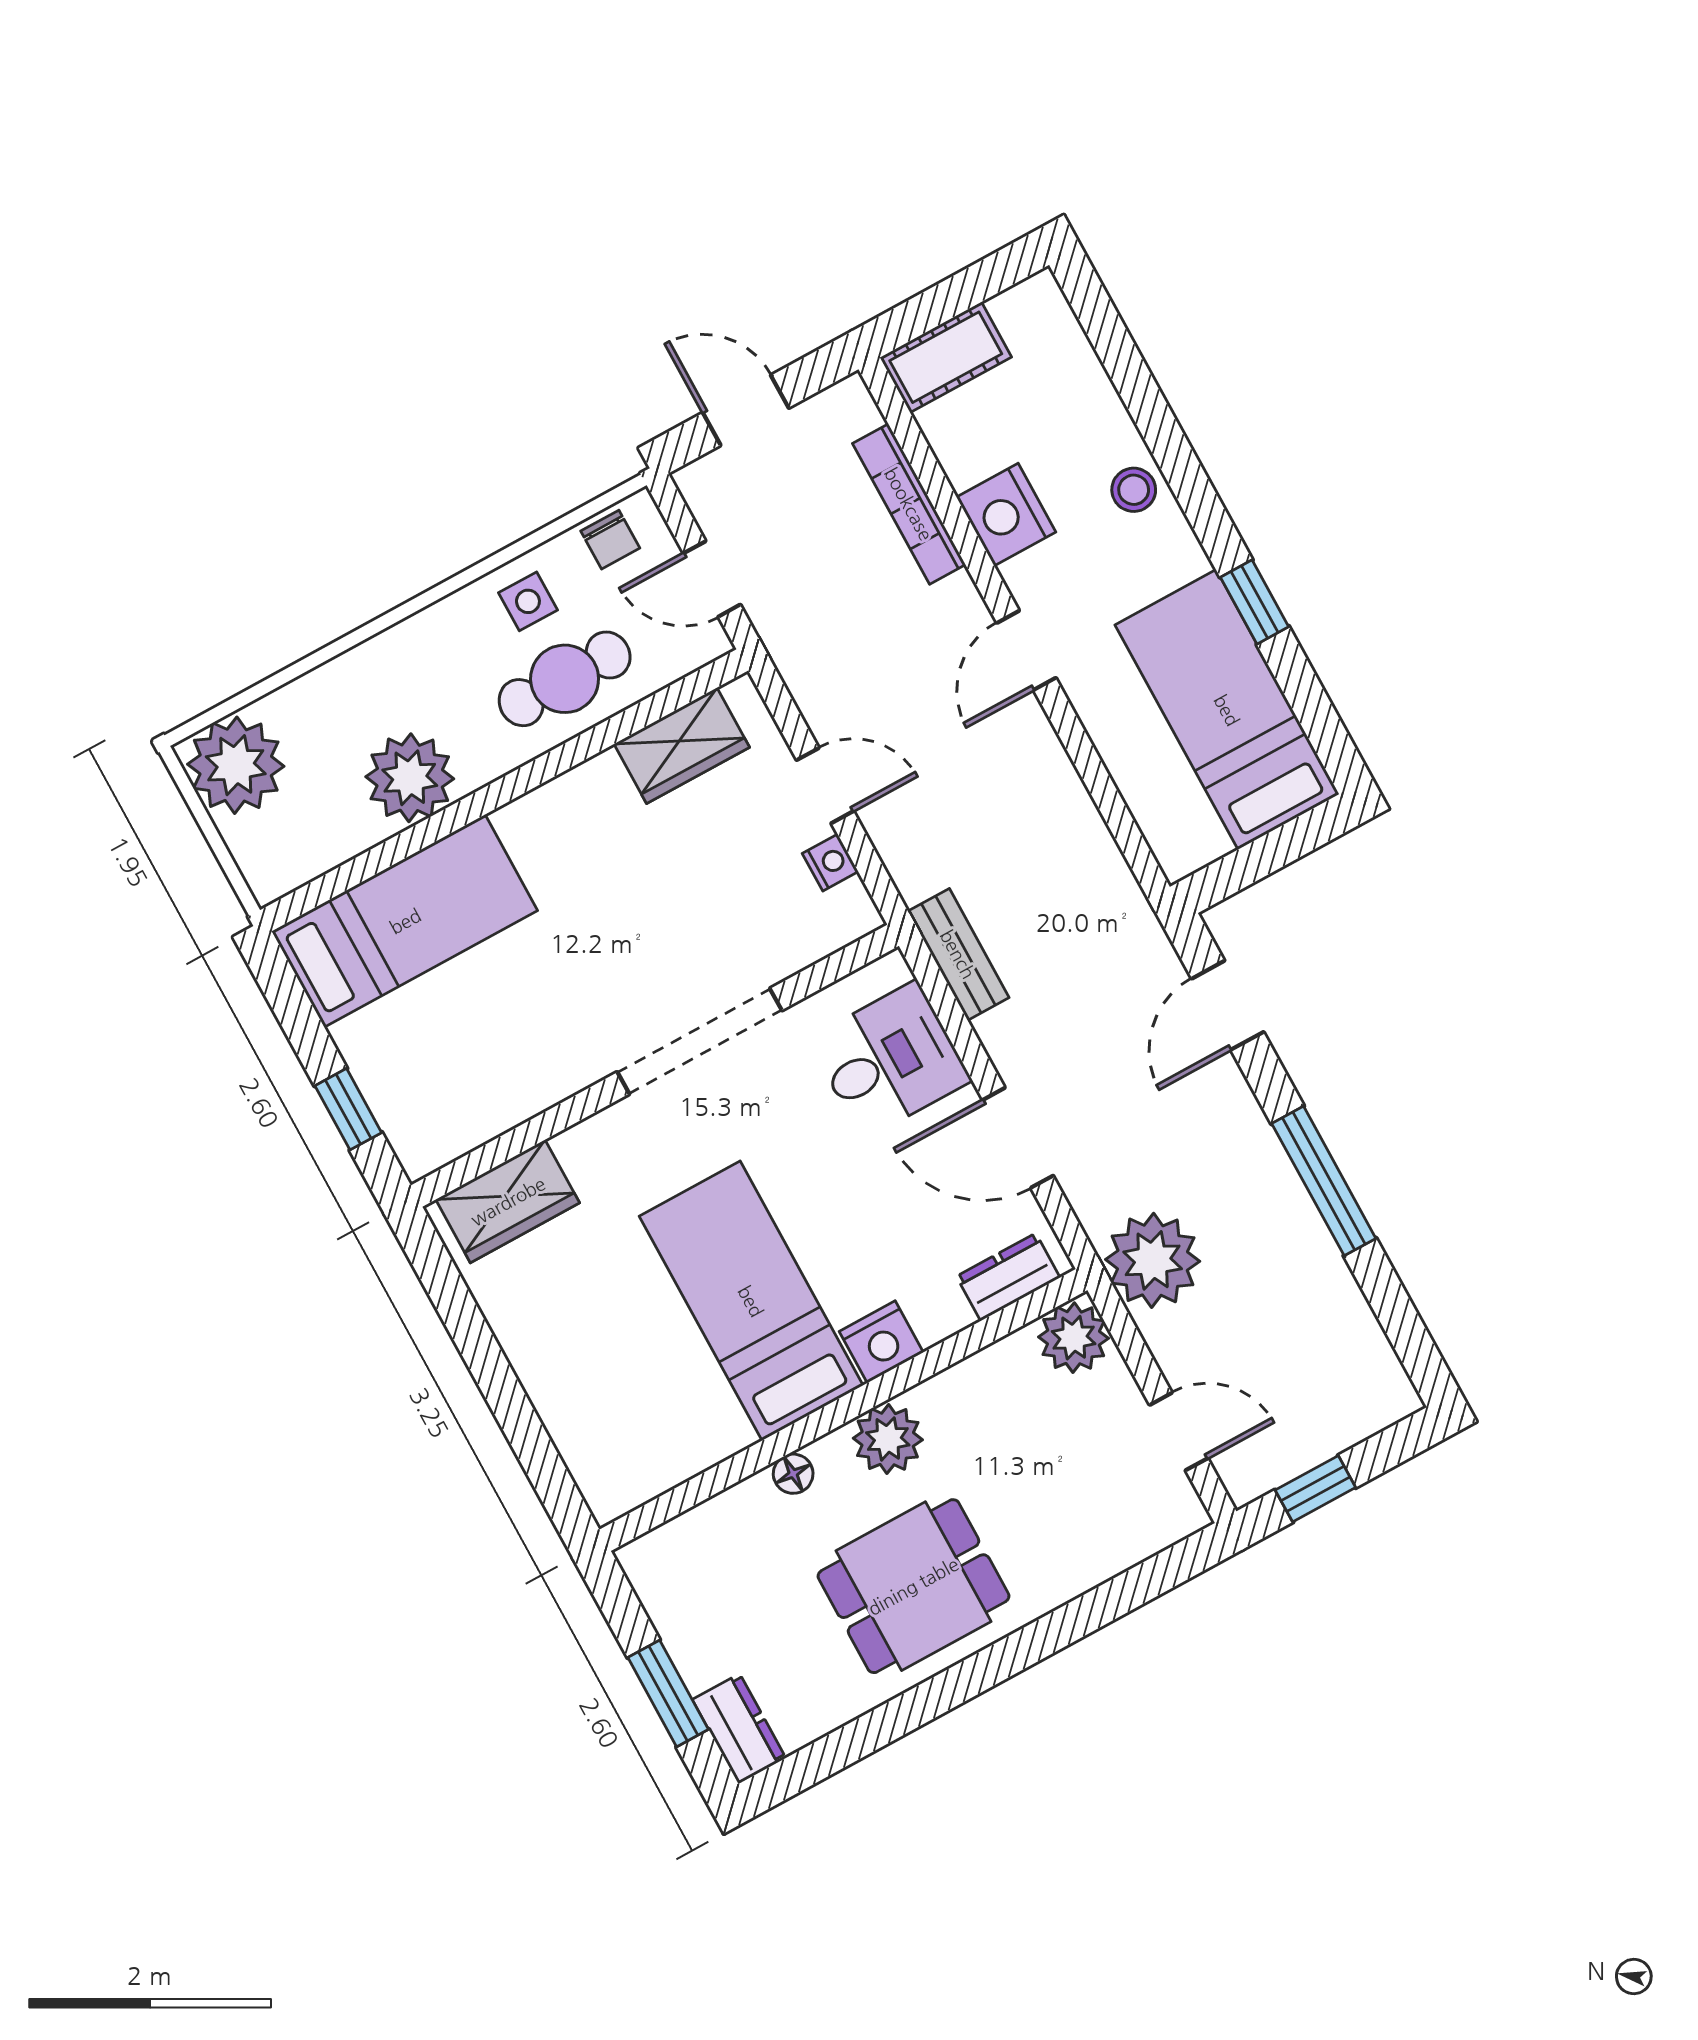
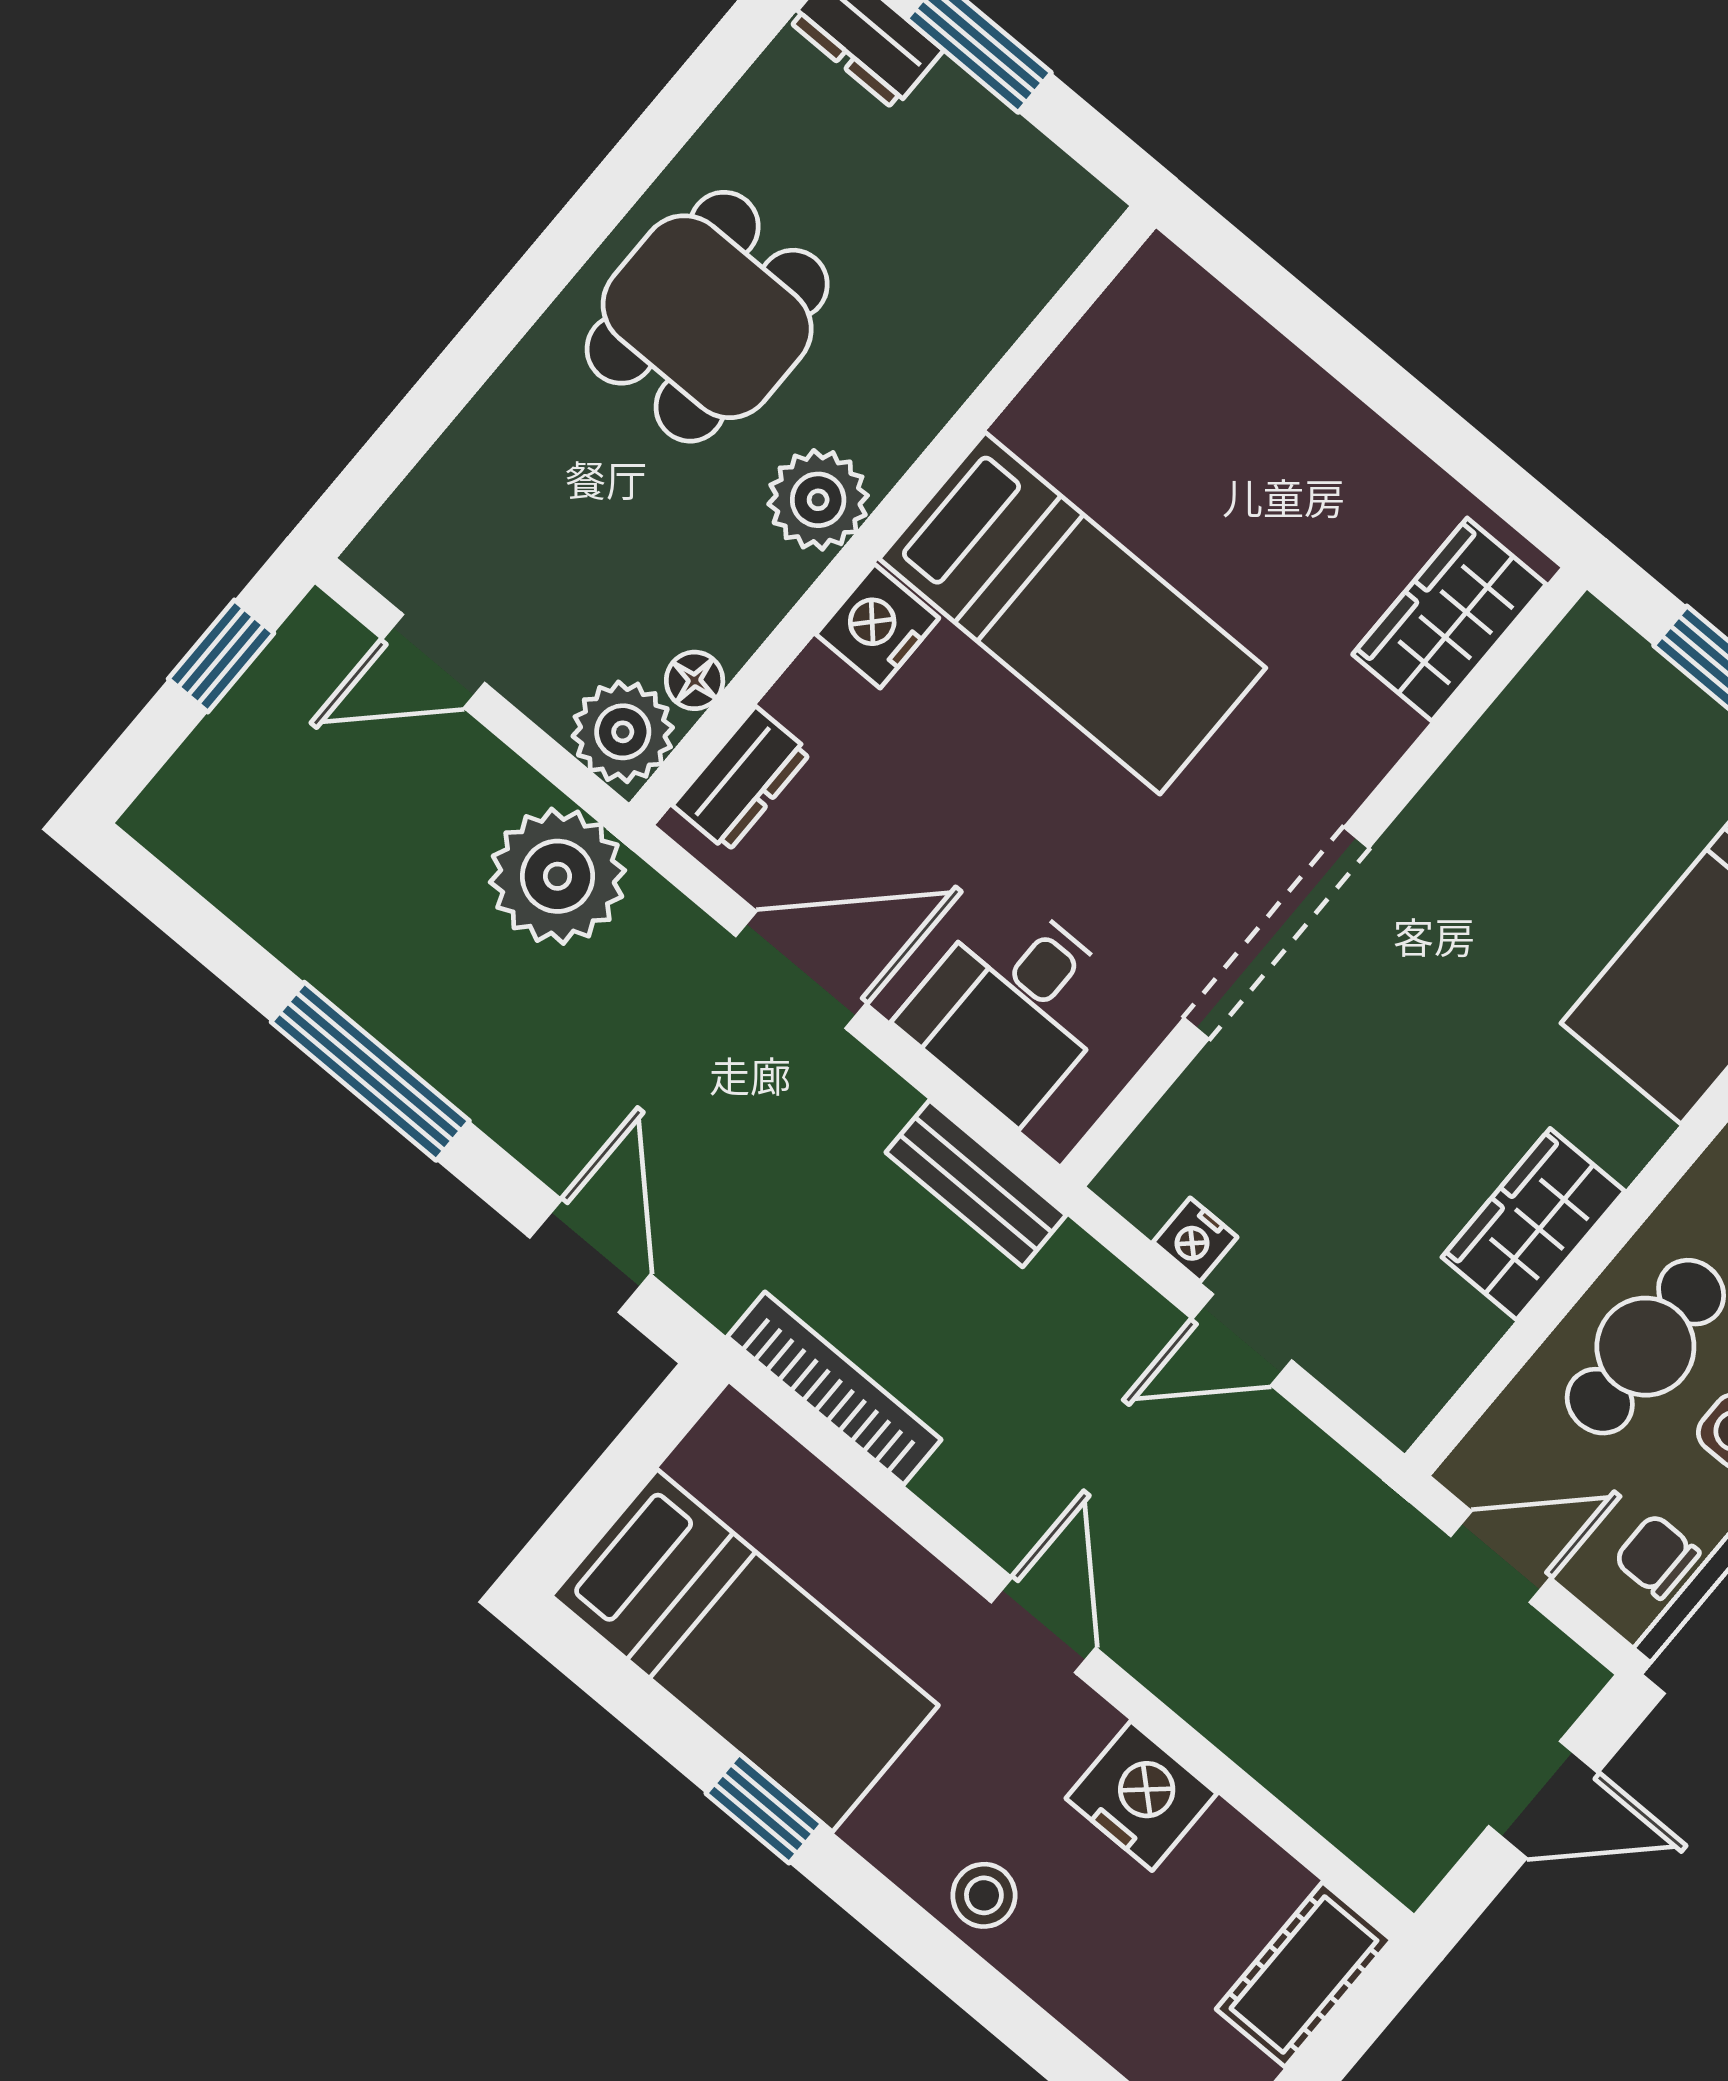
bookcase: (909, 504) -> (834, 1388), moved
wardrobe: (682, 746) -> (1533, 1224), moved
floor lamp: (793, 1474) -> (695, 680), moved

